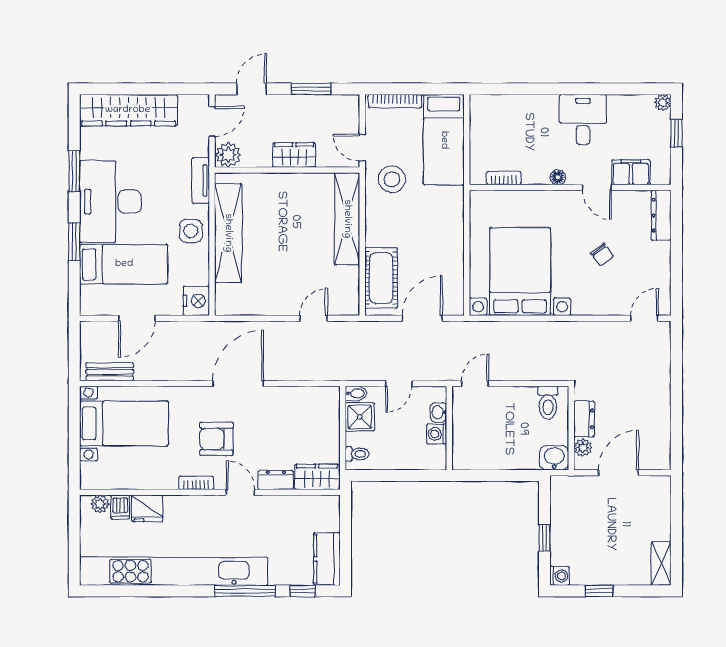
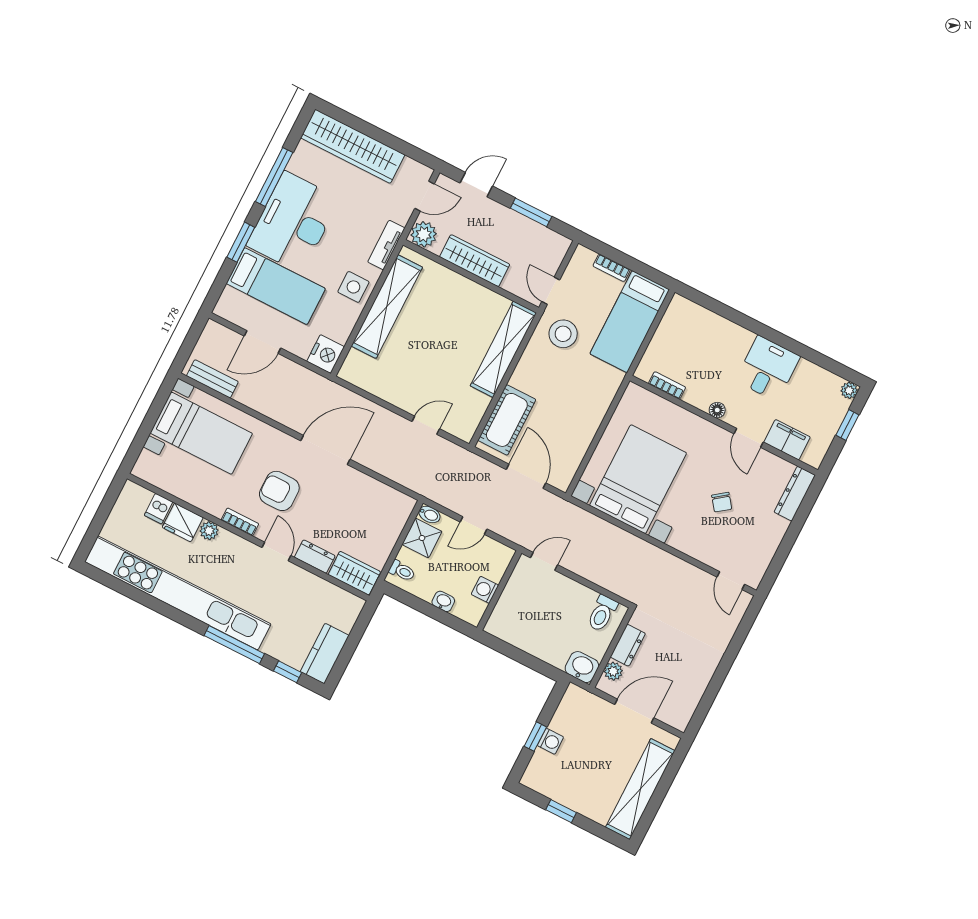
bookcase: (395, 101) -> (612, 268), width x0.64
wardrobe: (294, 155) -> (475, 261), width x1.50
window: (74, 171) -> (274, 177), width x1.44
door: (422, 318) -> (526, 476), hinge flipped
door: (644, 318) -> (731, 581), swing flipped
washbasin: (439, 412) -> (443, 601), moved, turned 90
plant: (100, 504) -> (209, 531), moved
shelving: (661, 564) -> (640, 789), width x2.20, depth x1.33
washing machine: (560, 576) -> (550, 741), moved

